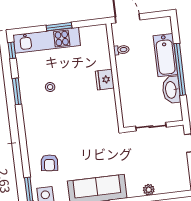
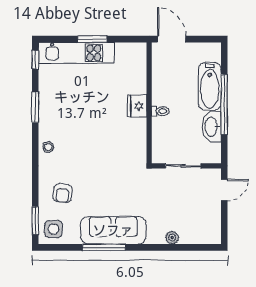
toilet: (121, 50) -> (160, 111), moved
stool: (50, 87) -> (48, 147), moved

